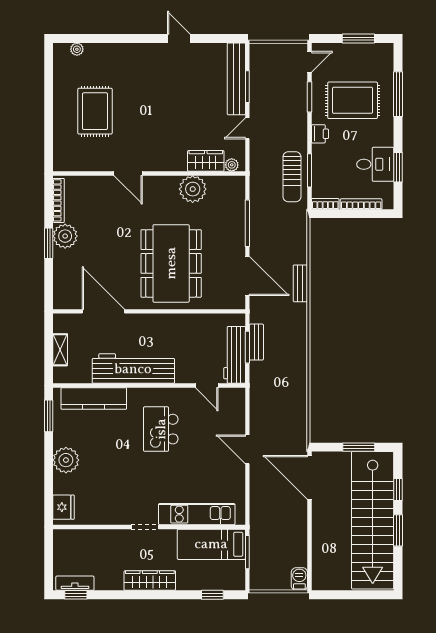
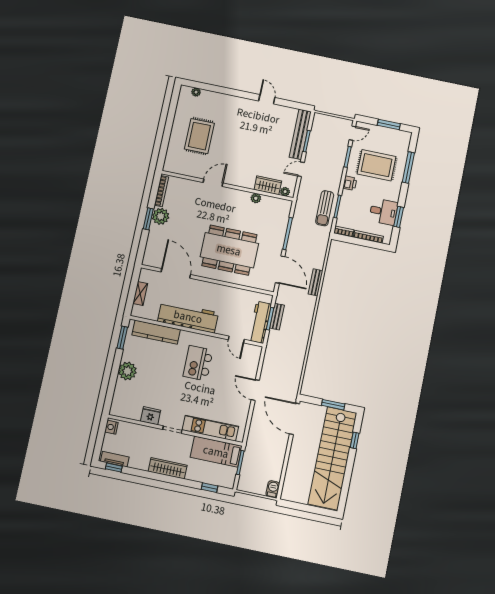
door: (128, 173) -> (213, 183), swing flipped
plant: (193, 189) -> (256, 198), width x0.53, depth x0.53
dining table: (171, 263) -> (229, 250), turned 90
fridge: (64, 507) -> (151, 416), moved, turned -90
window: (398, 530) -> (349, 469), removed
nightstand: (61, 541) -> (111, 427), added

